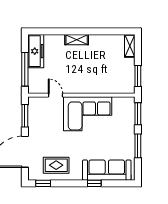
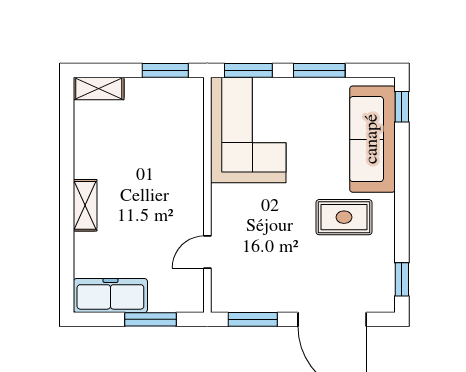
window: (25, 69) -> (150, 319), width x0.69
corner sofa: (88, 114) -> (248, 130), moved
rug: (56, 165) -> (344, 217), moved, turned 90
window: (94, 183) -> (402, 107), moved

